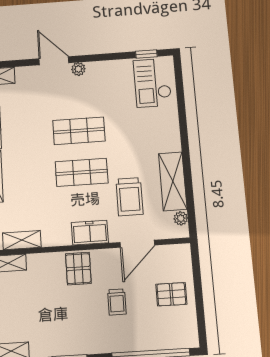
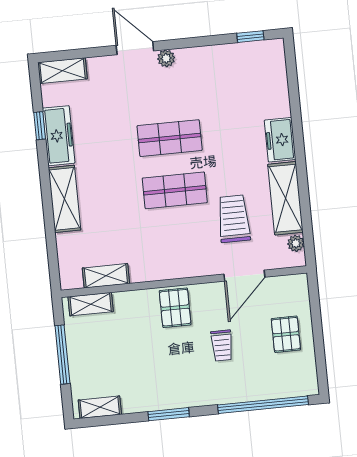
checkout: (152, 83) -> (259, 74), removed
trolley: (129, 197) -> (234, 219), turned 180
freezer: (90, 233) -> (280, 140), moved, turned -90
pallet: (171, 294) -> (286, 334), turned 90

